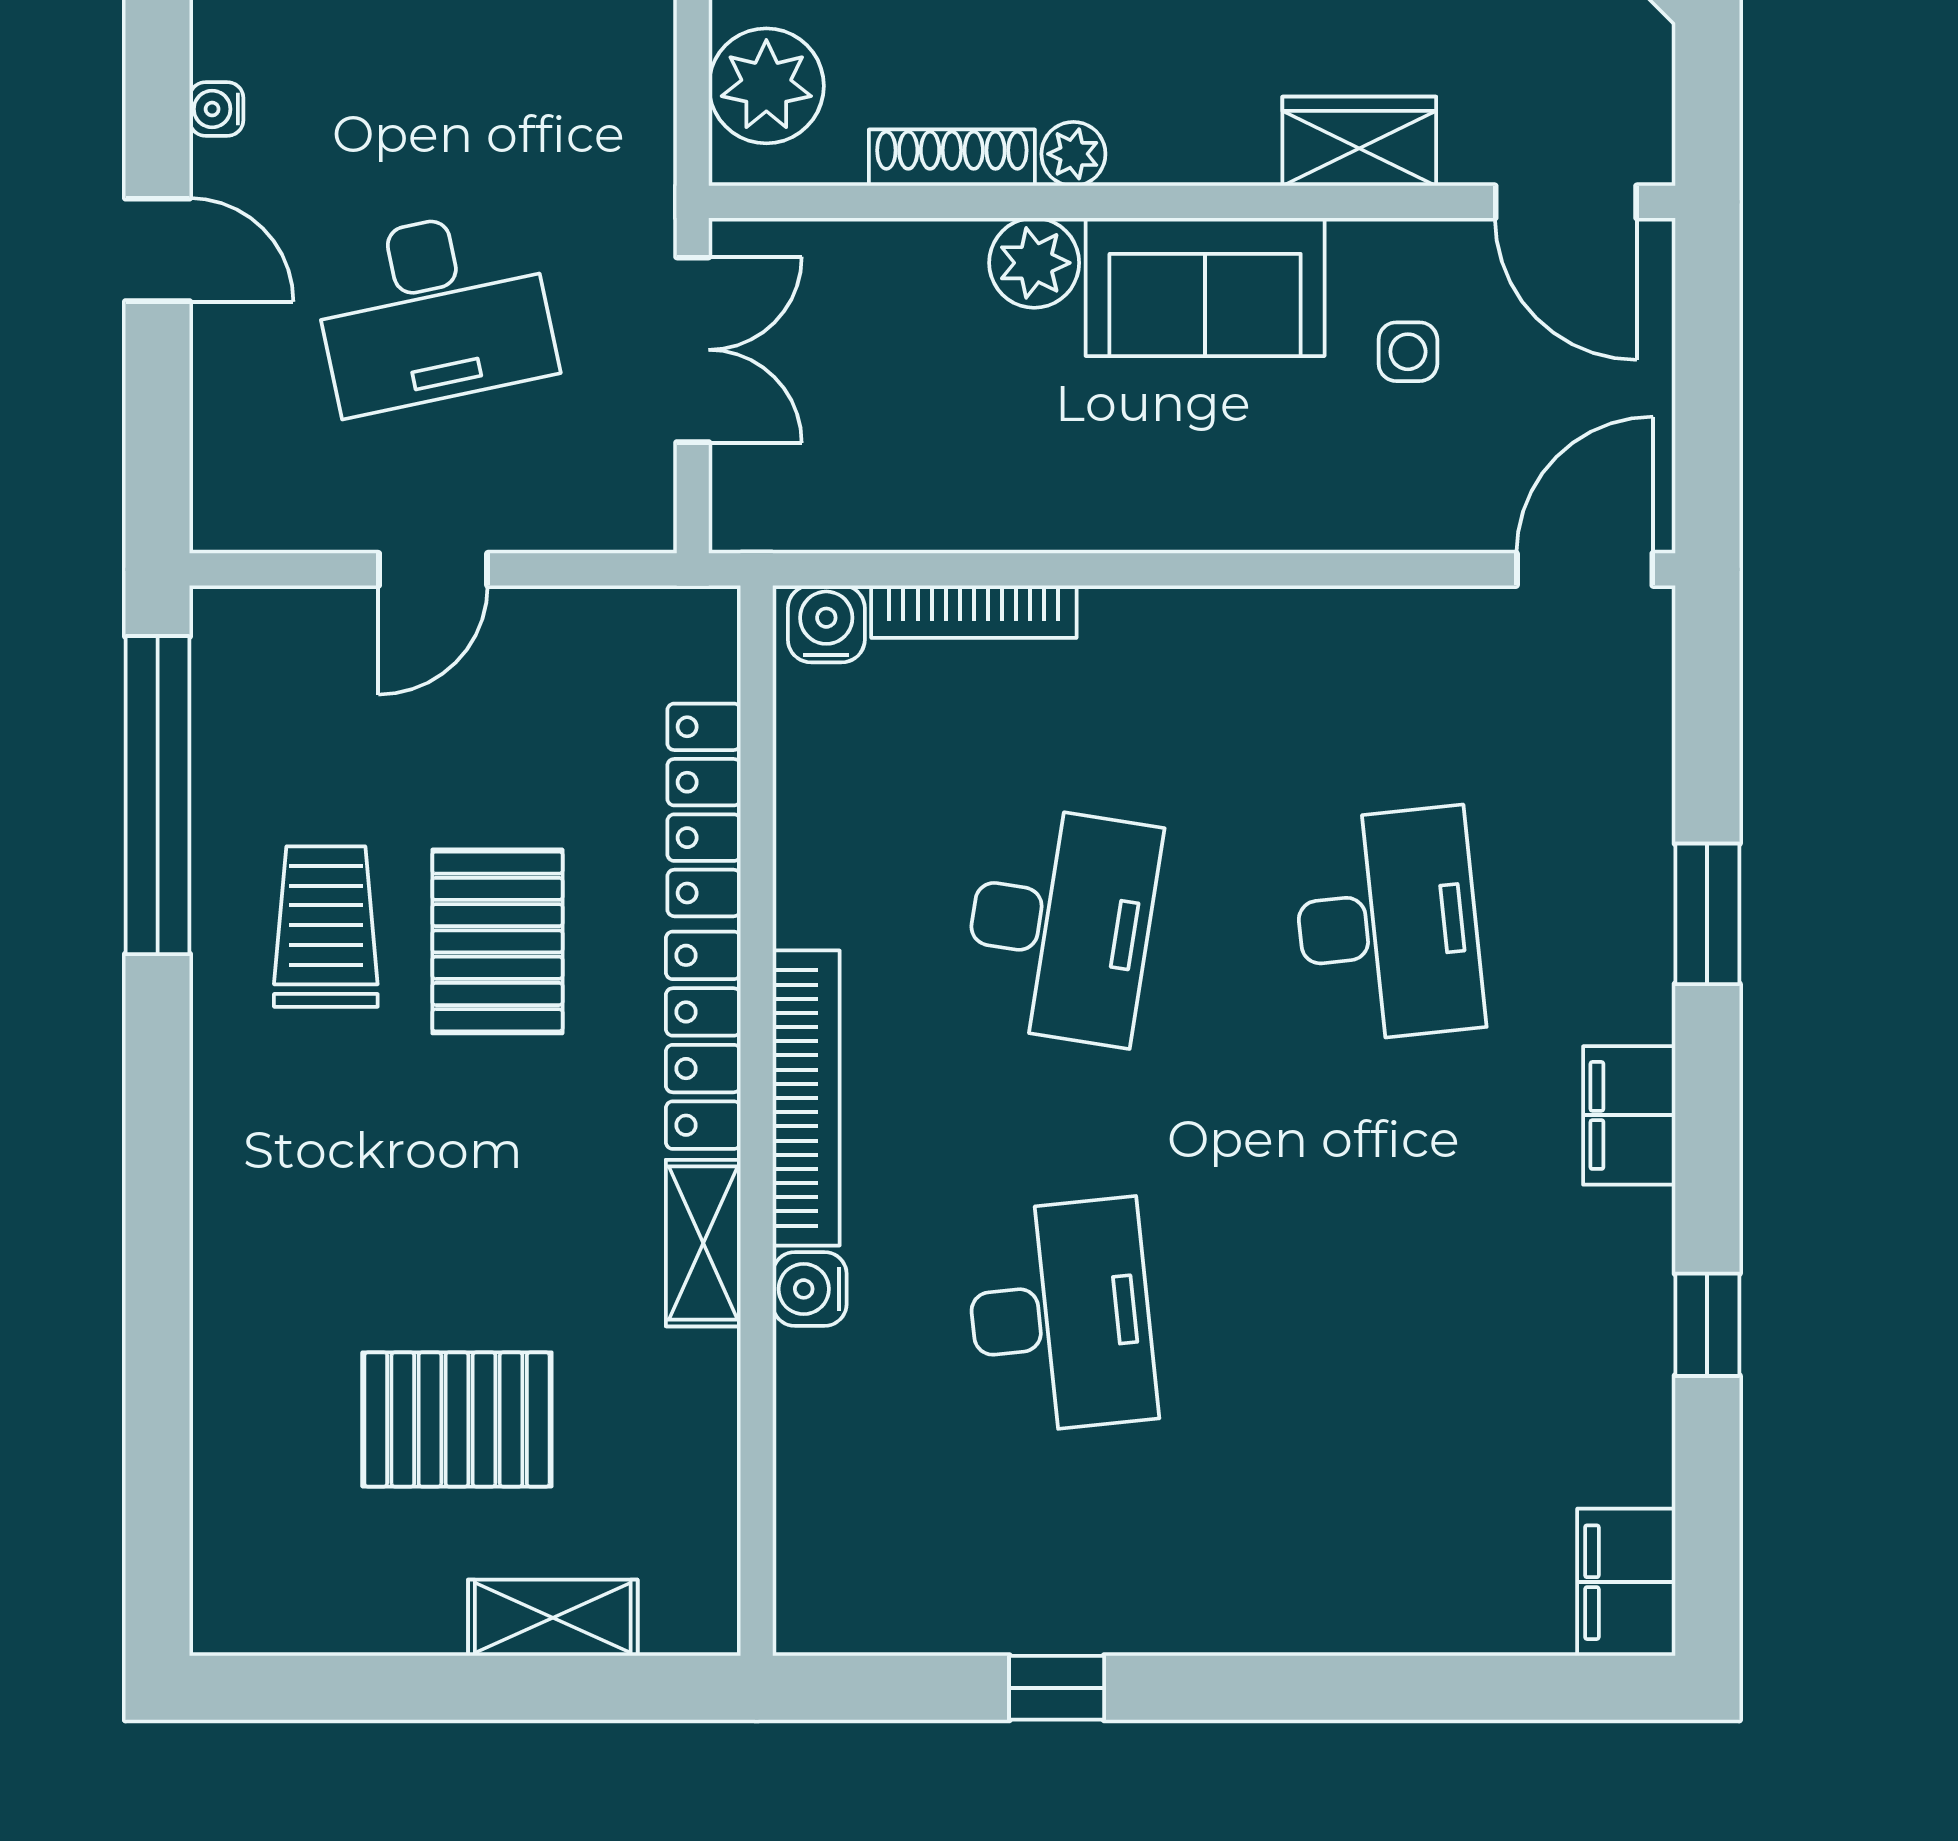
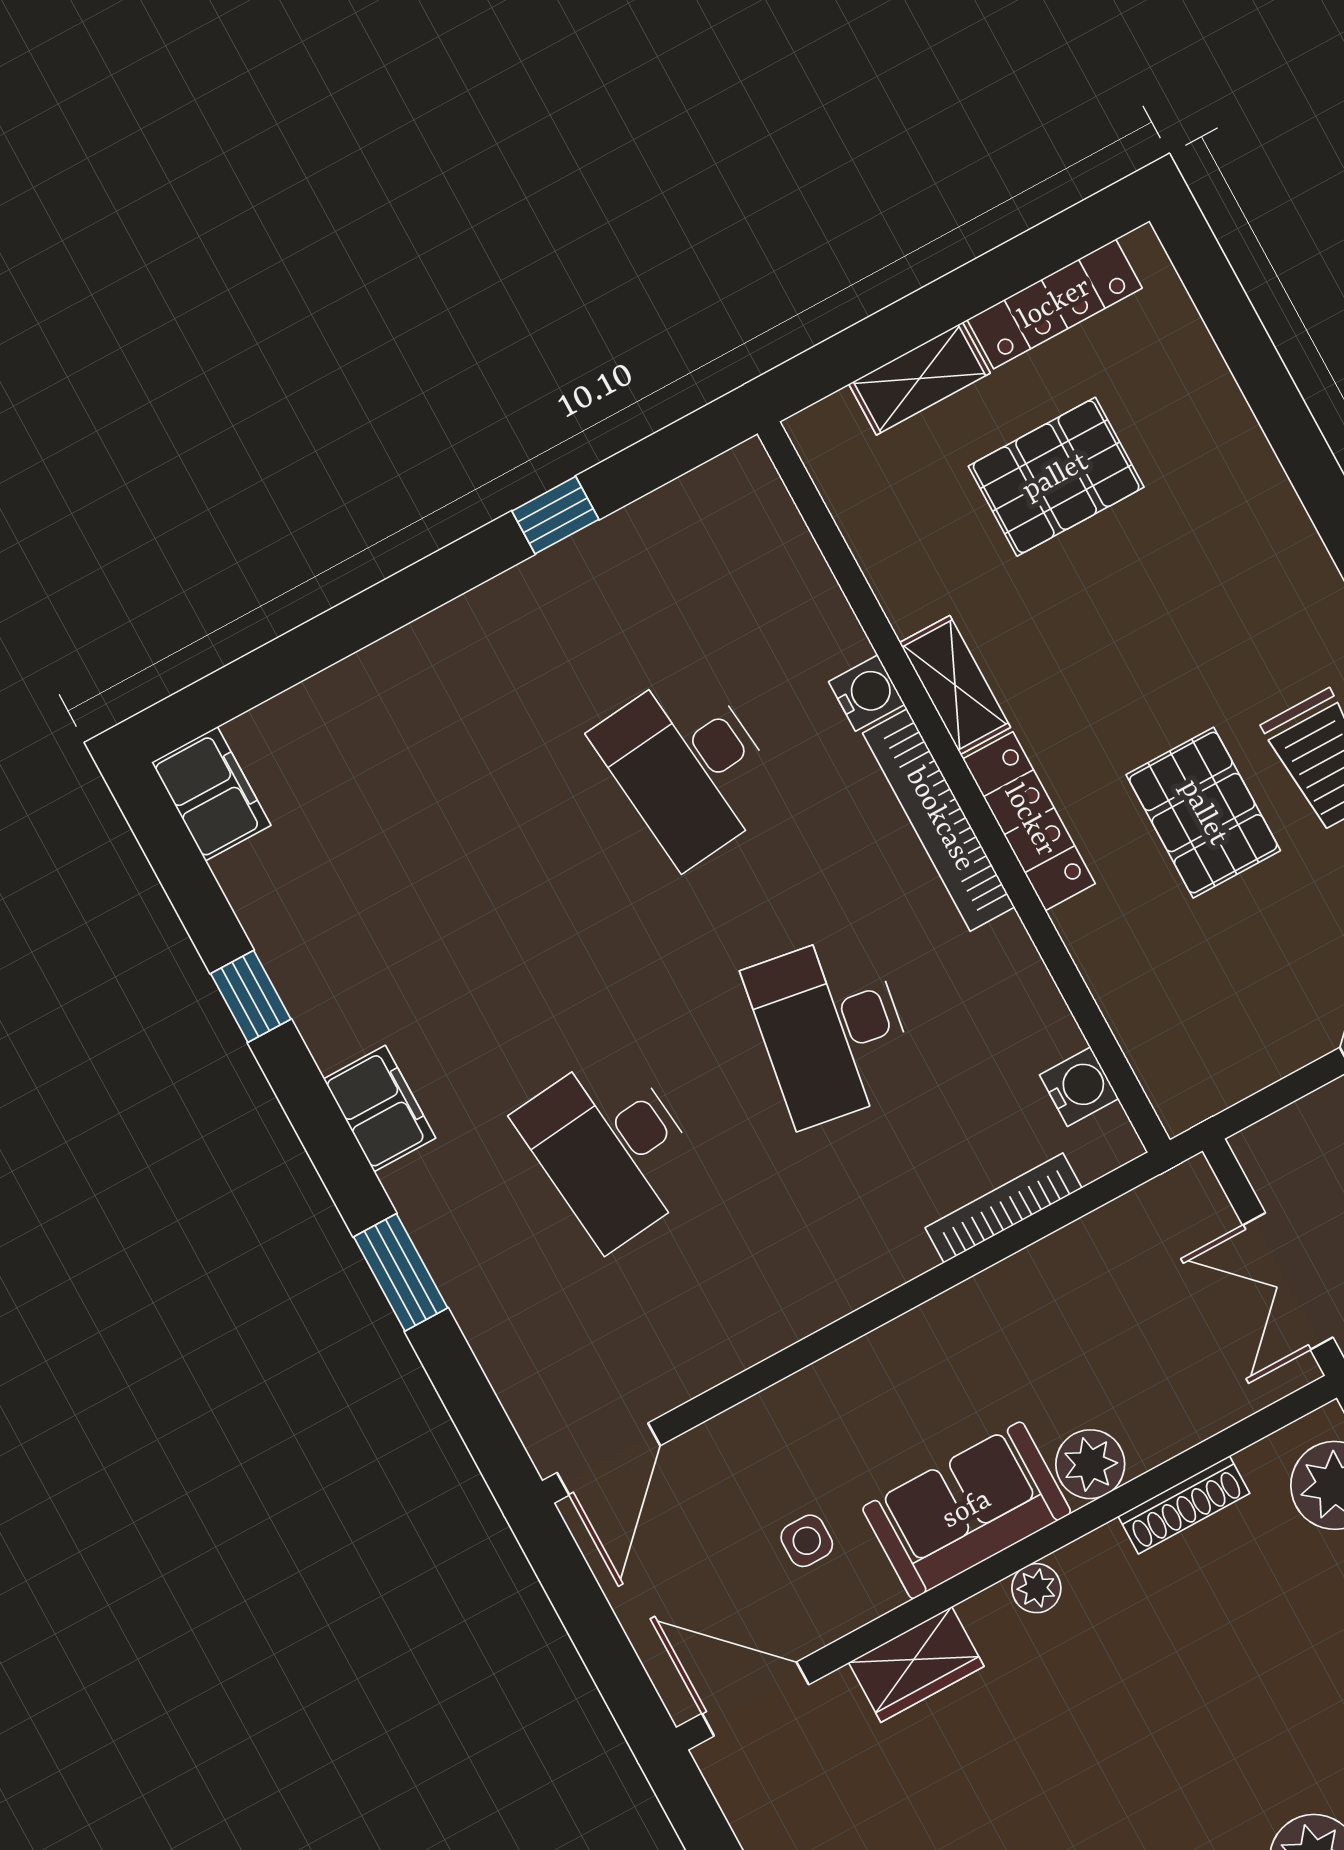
plant: (1073, 154) -> (1036, 1588), moved
water cooler: (826, 624) -> (1079, 1087), moved, turned -90
locker: (704, 810) -> (1055, 304), moved, turned 90

